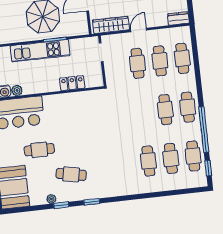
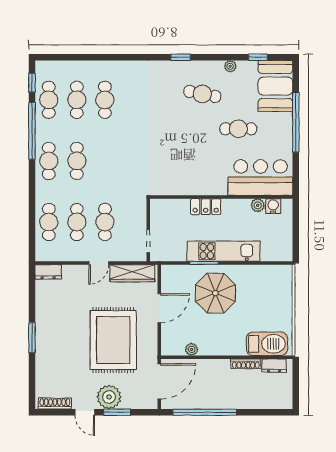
locker: (72, 83) -> (206, 207), moved
window: (61, 205) -> (258, 57), moved

